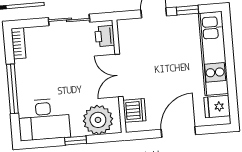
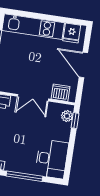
plant: (98, 120) -> (67, 116), width x0.53, depth x0.53
window: (76, 141) -> (75, 121), moved

